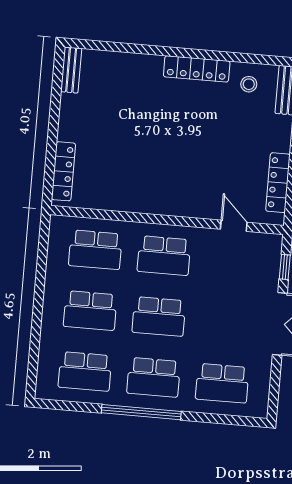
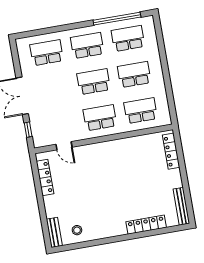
locker: (197, 69) -> (146, 225), moved
bench: (71, 70) -> (181, 206), width x1.36
window: (141, 412) -> (117, 19), moved

